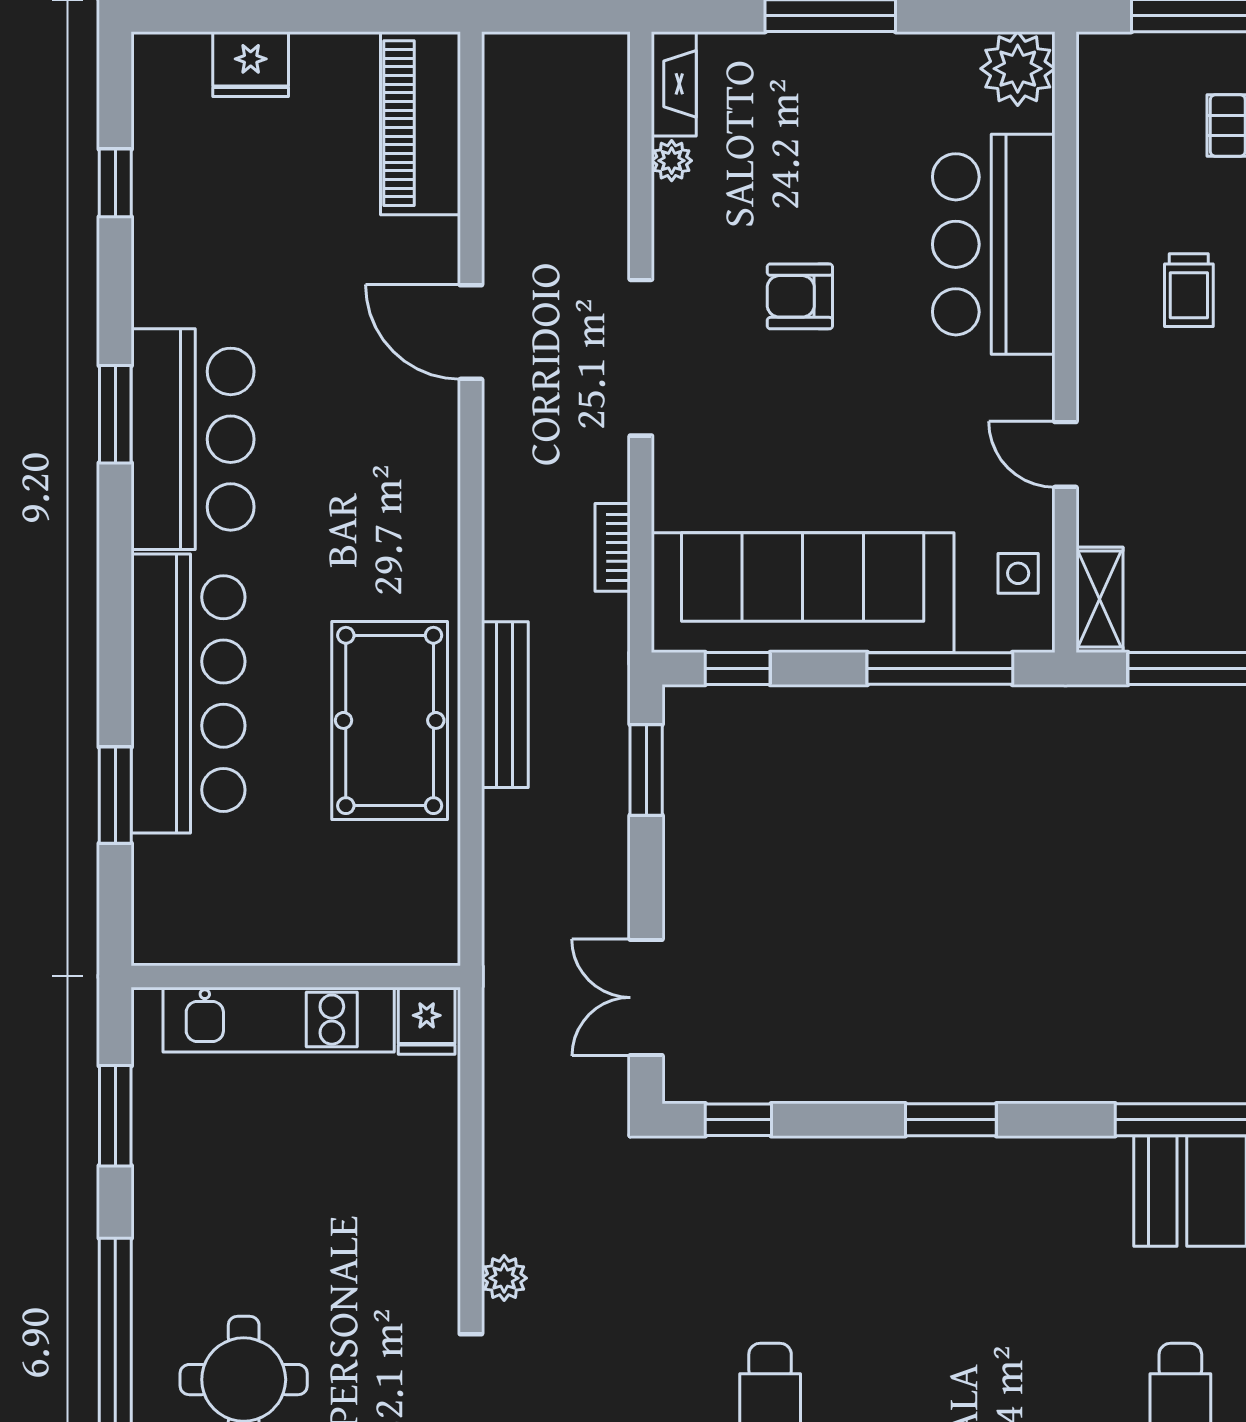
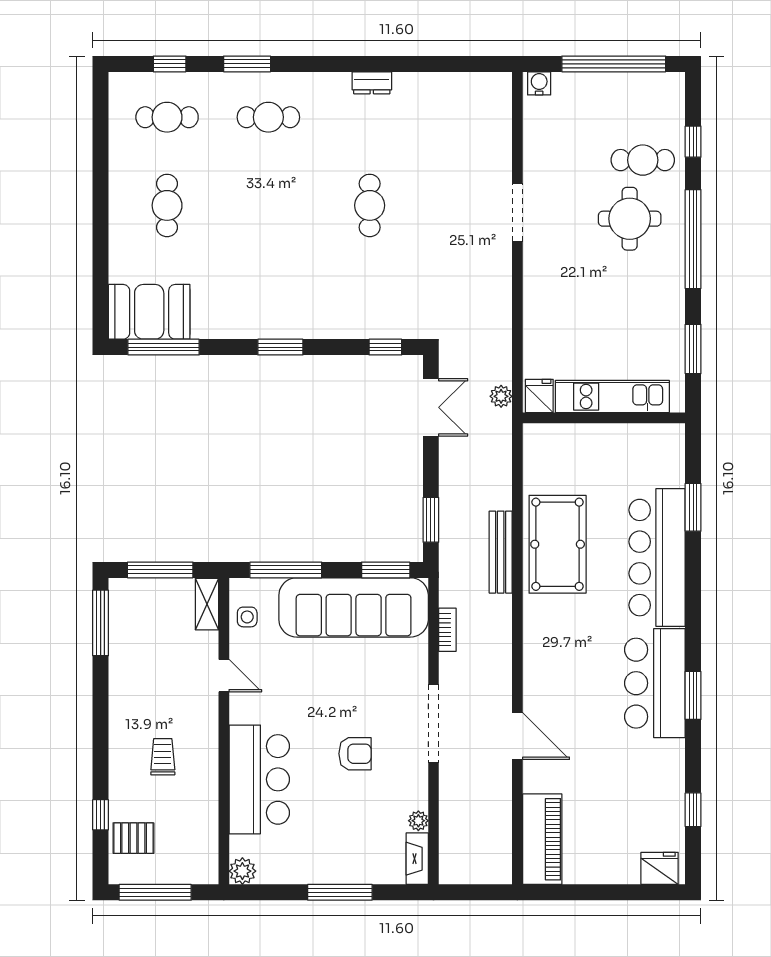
fridge: (251, 64) -> (660, 868), moved
plant: (1018, 69) -> (242, 871), width x0.73, depth x0.73
window: (738, 669) -> (386, 570), width x1.50
plant: (504, 1278) -> (501, 396), moved

